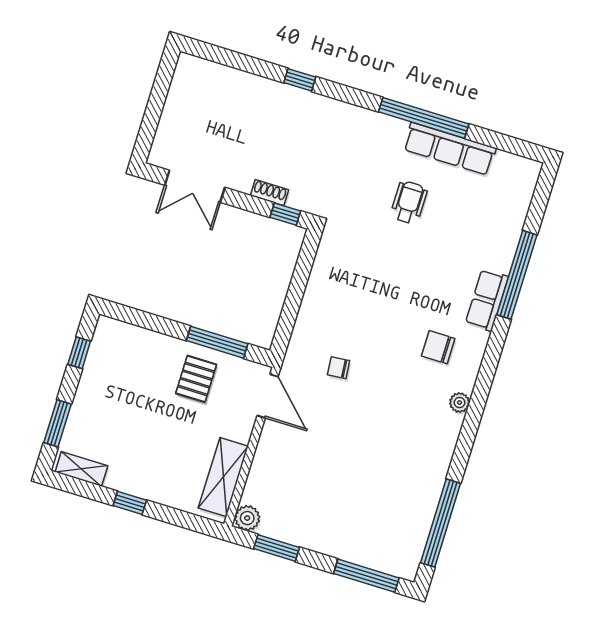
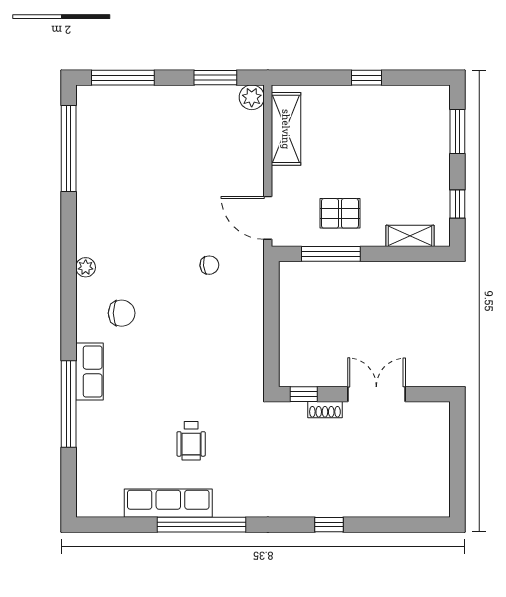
double door: (195, 186) -> (376, 394), moved
pallet: (196, 379) -> (340, 213), turned 90
shelving: (81, 469) -> (410, 236), moved

